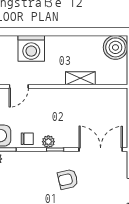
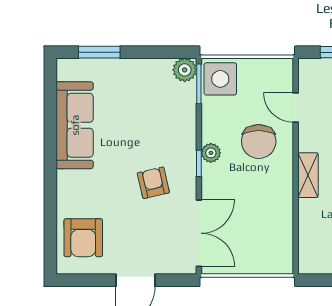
shelving: (80, 78) -> (308, 175), moved
chair: (27, 139) -> (259, 141), moved, width x1.87, depth x1.87

